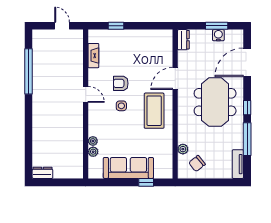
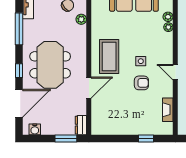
window: (217, 26) -> (66, 139), moved
water cooler: (218, 35) -> (35, 129), moved
window: (247, 108) -> (19, 71), moved

